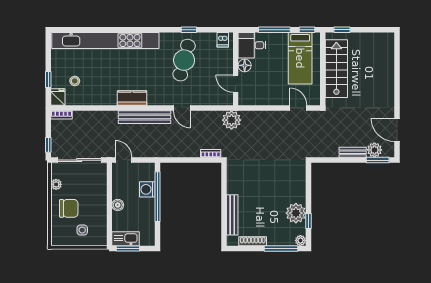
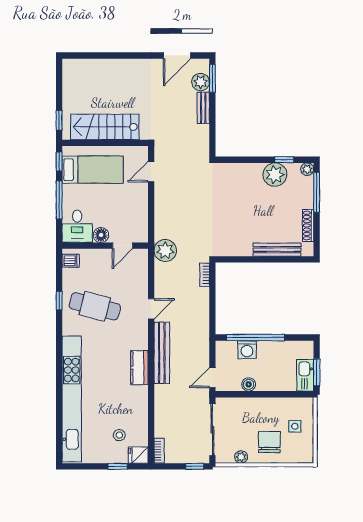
boiler: (118, 205) -> (249, 384), moved

